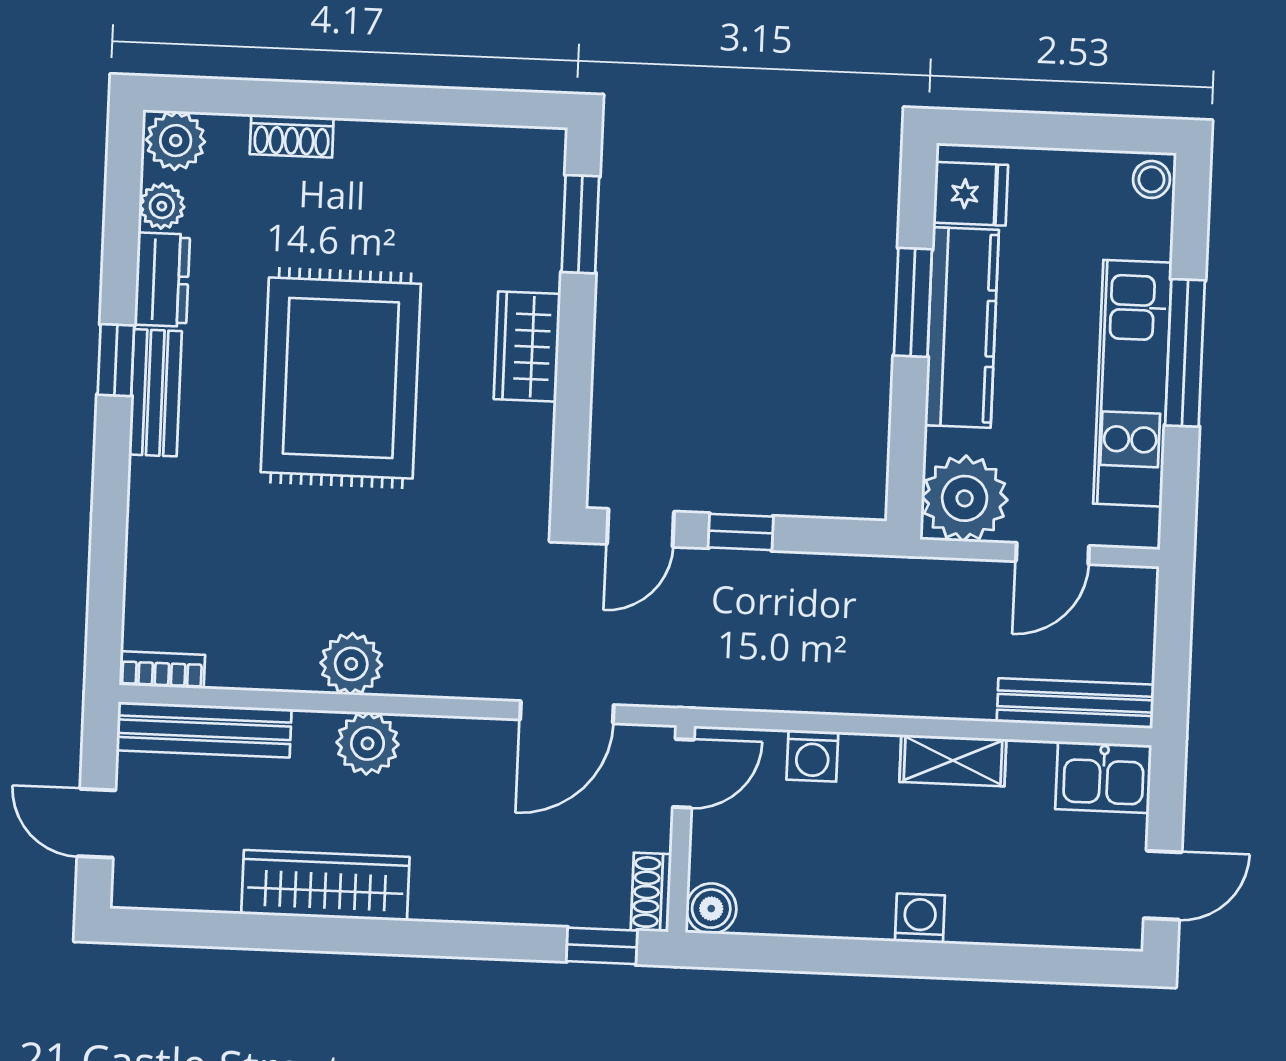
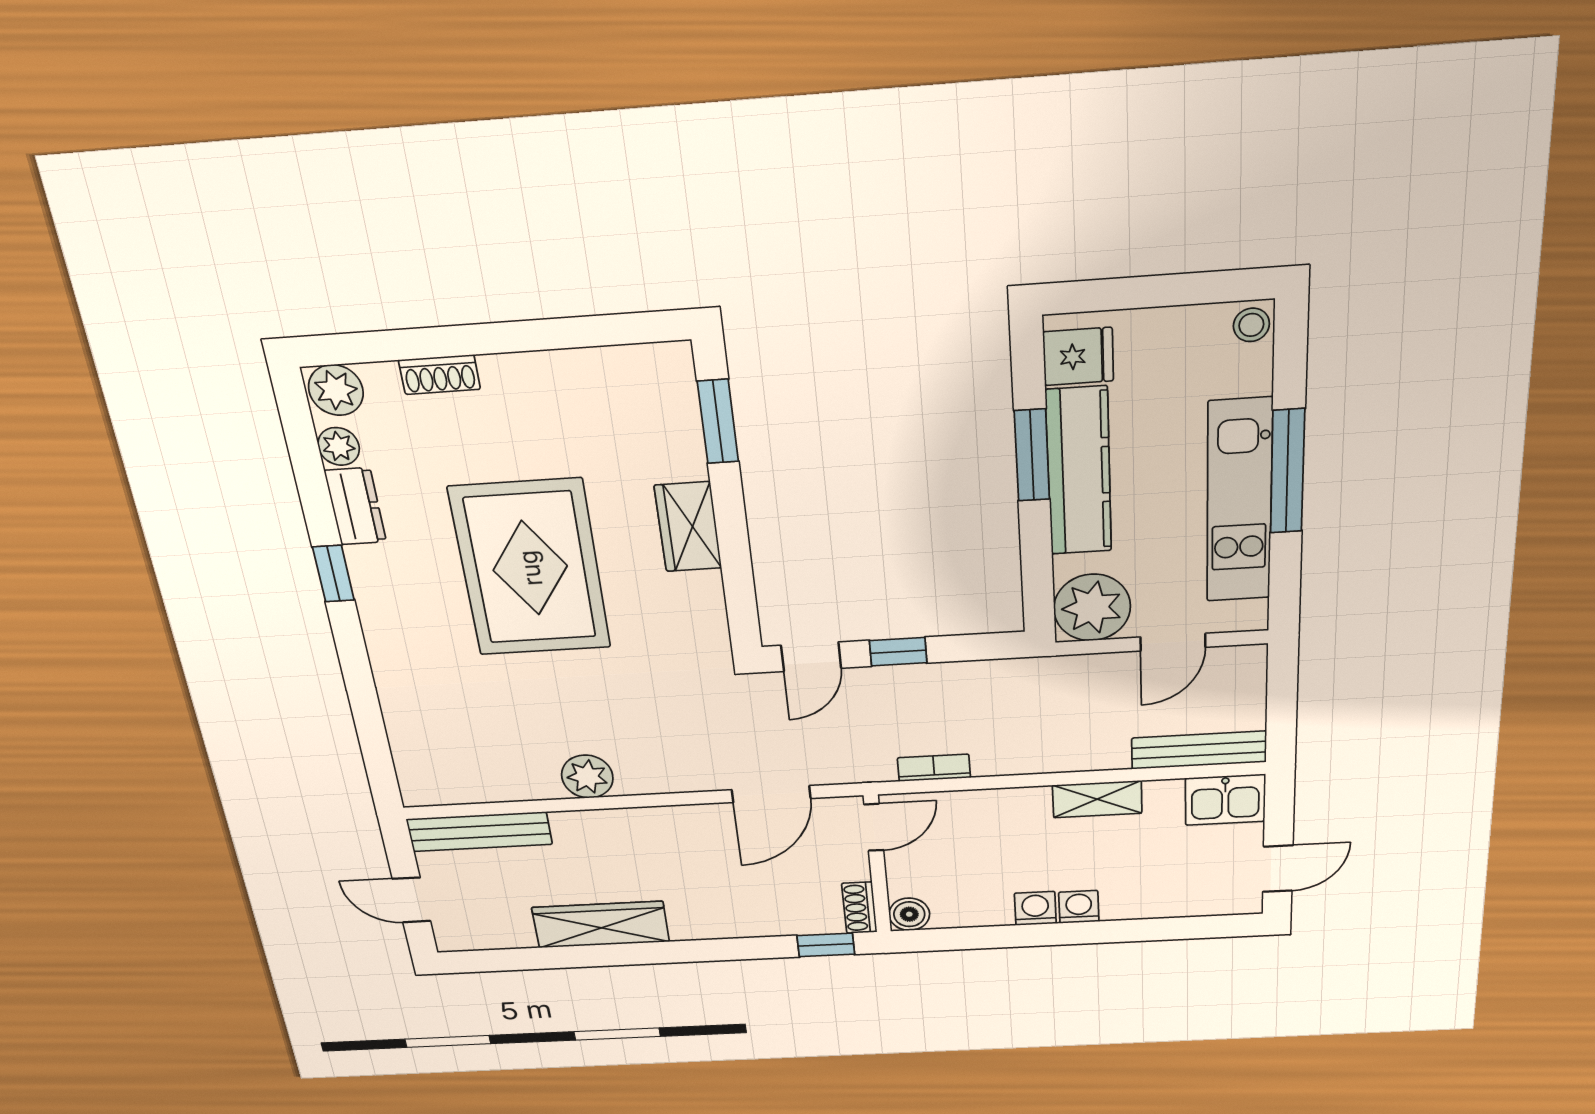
bench: (155, 393) -> (374, 595), removed
bookcase: (162, 670) -> (934, 768), moved
plant: (367, 743) -> (613, 829), removed
washing machine: (812, 756) -> (1035, 908), moved, turned 180

